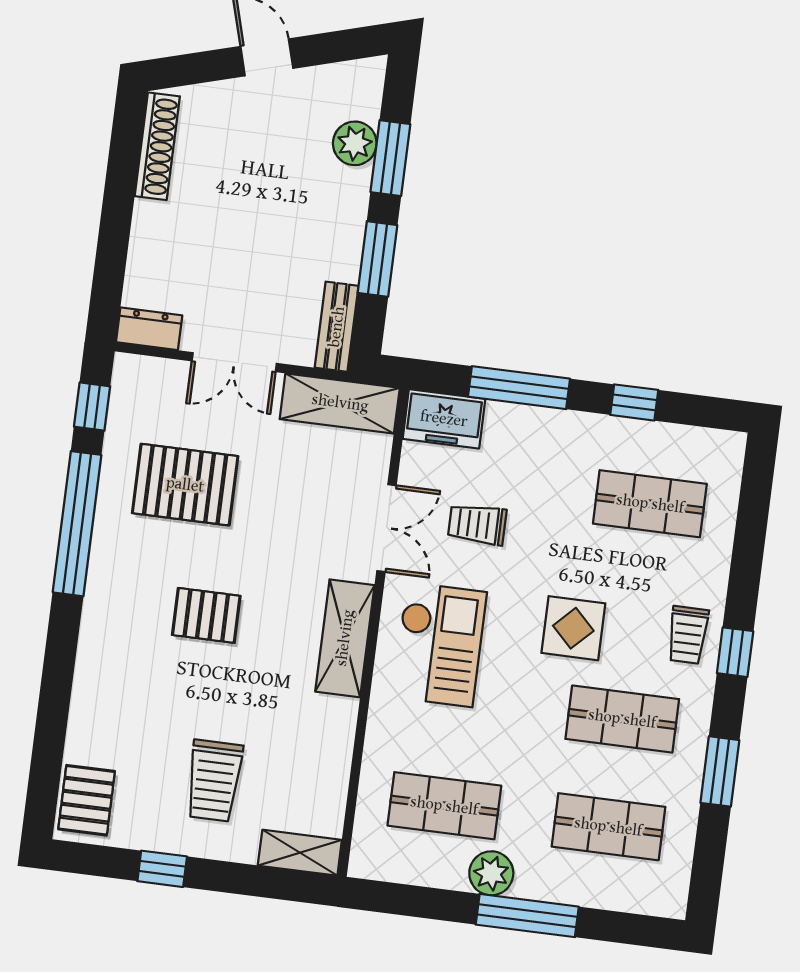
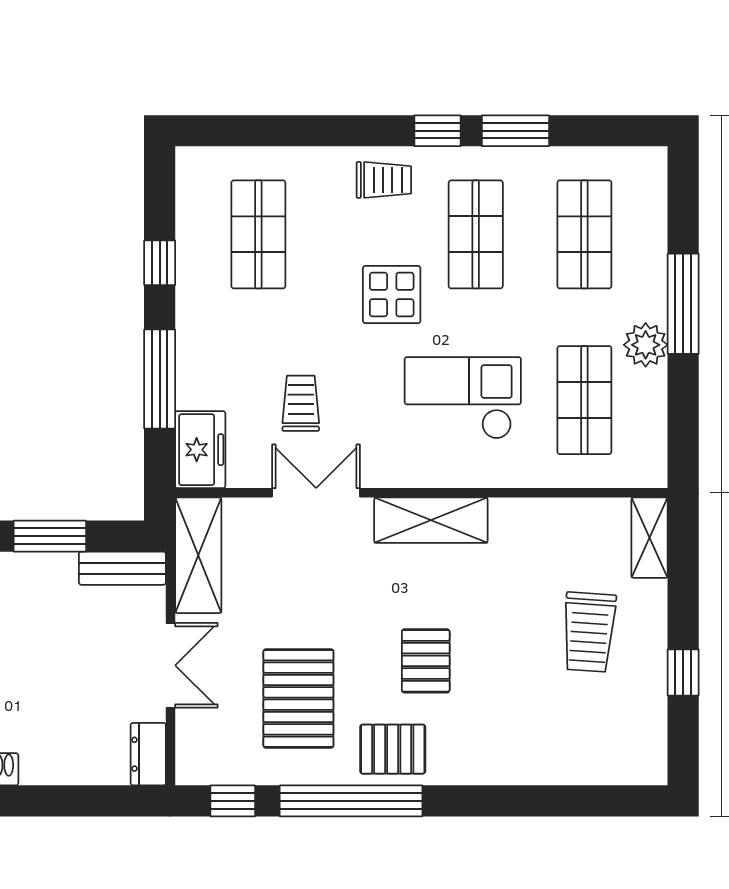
trolley: (477, 524) -> (301, 403), turned 180
checkout: (439, 645) -> (463, 398), moved
window: (735, 652) -> (437, 131), moved
trolley: (214, 781) -> (589, 632), turned 94
pallet: (87, 800) -> (393, 749), moved

